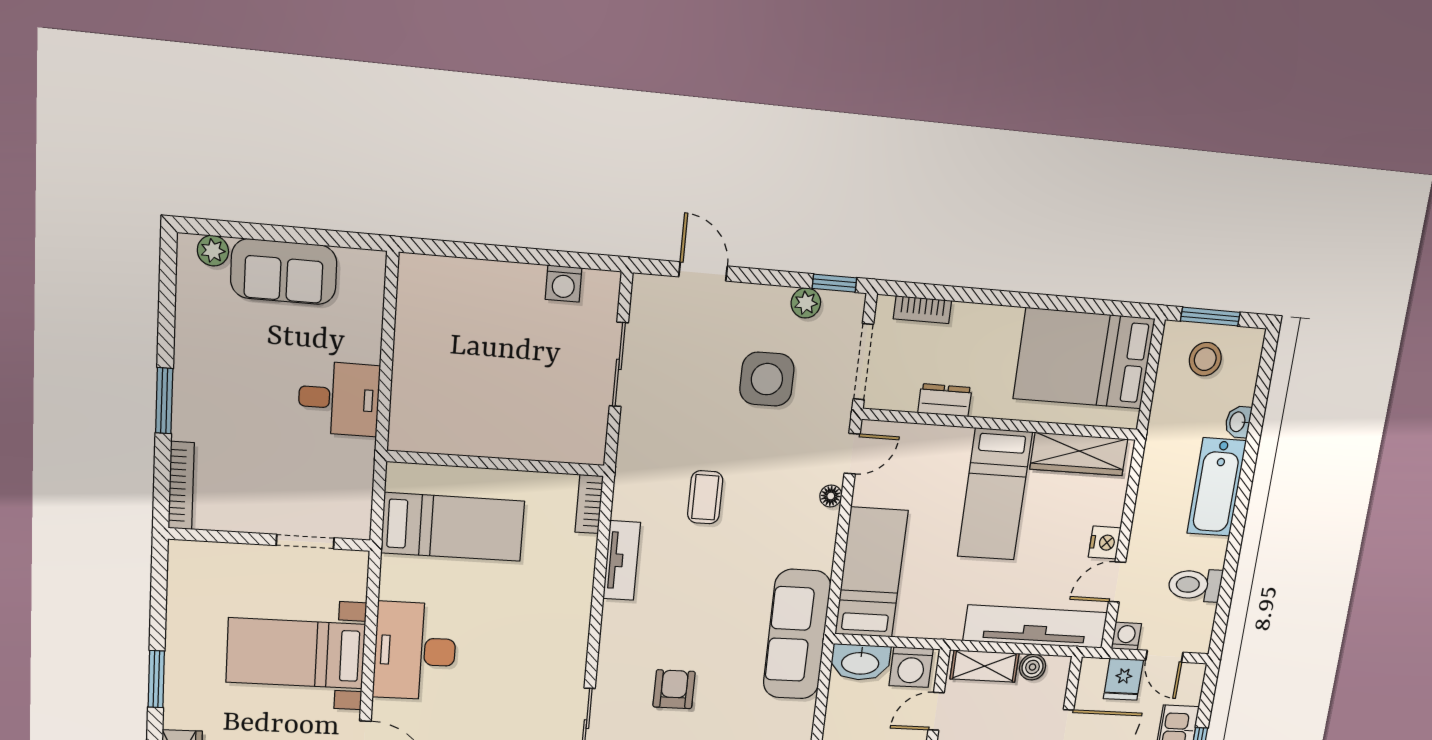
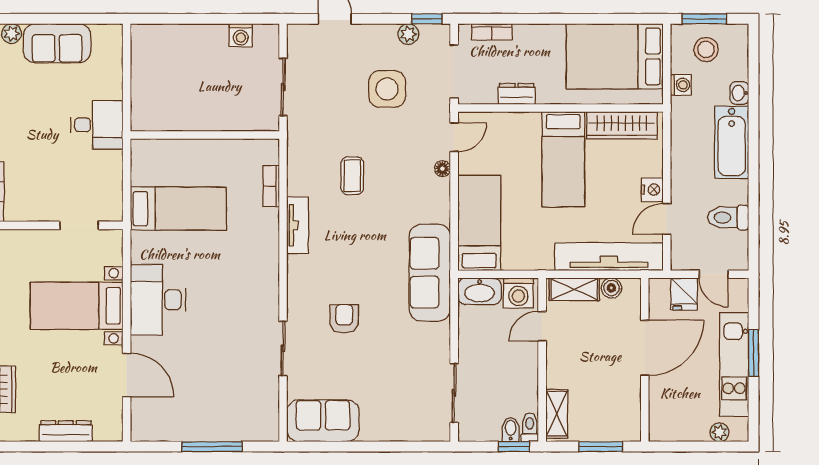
wall: (496, 463) -> (205, 135), moved
washing machine: (1126, 636) -> (681, 85), moved, turned 90

